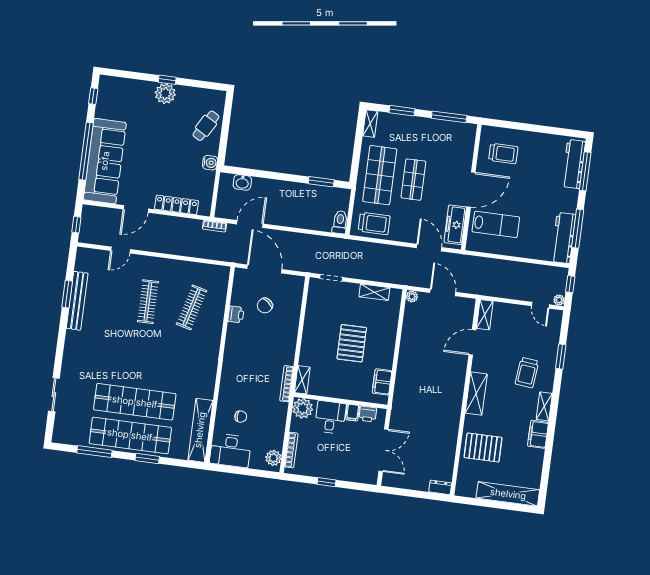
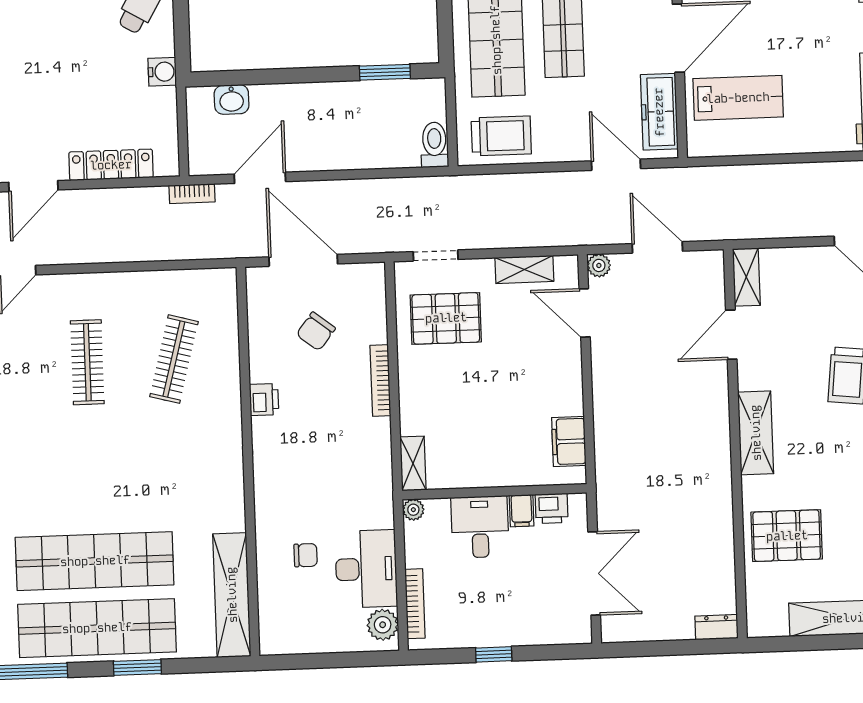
printer: (236, 314) -> (264, 400), moved
door: (401, 319) -> (585, 313), added
pallet: (352, 343) -> (446, 318), moved, turned 90
bookcase: (287, 384) -> (380, 380), moved
plant: (303, 408) -> (413, 510), width x0.53, depth x0.53
desk: (230, 450) -> (366, 569), moved, turned -90

